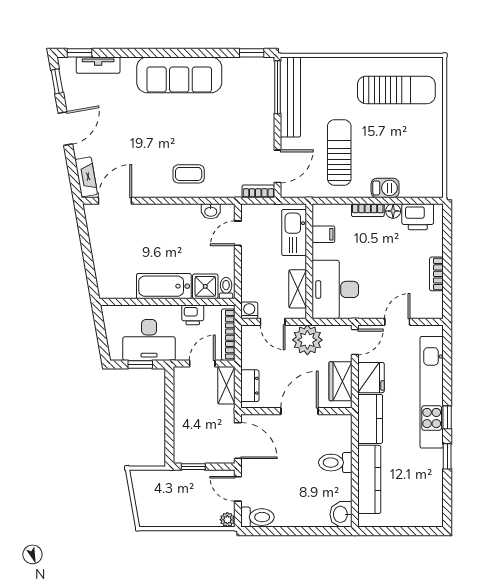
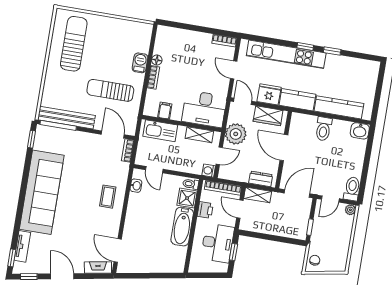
sofa: (179, 75) -> (42, 192), width x1.36, depth x1.27
printer: (418, 217) -> (164, 44), removed
bookcase: (436, 274) -> (224, 41), moved
chair: (148, 481) -> (315, 260), added

